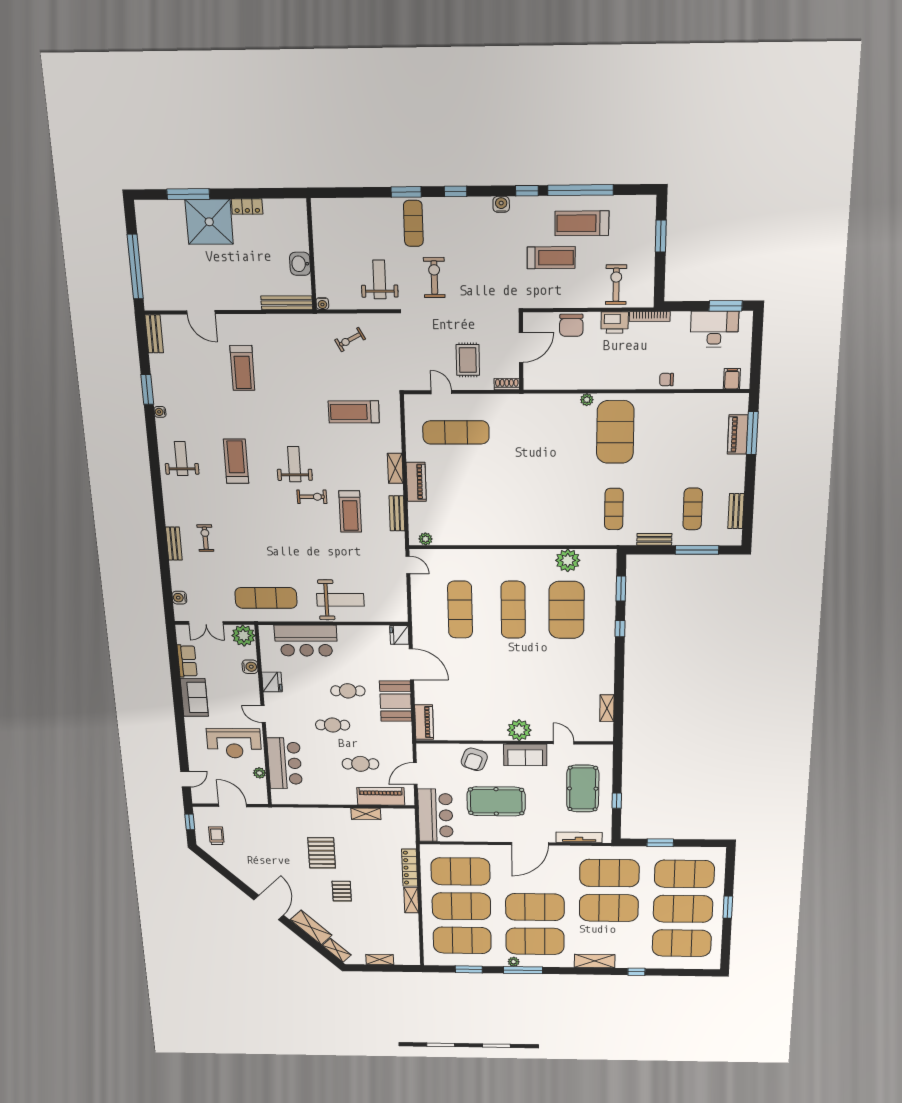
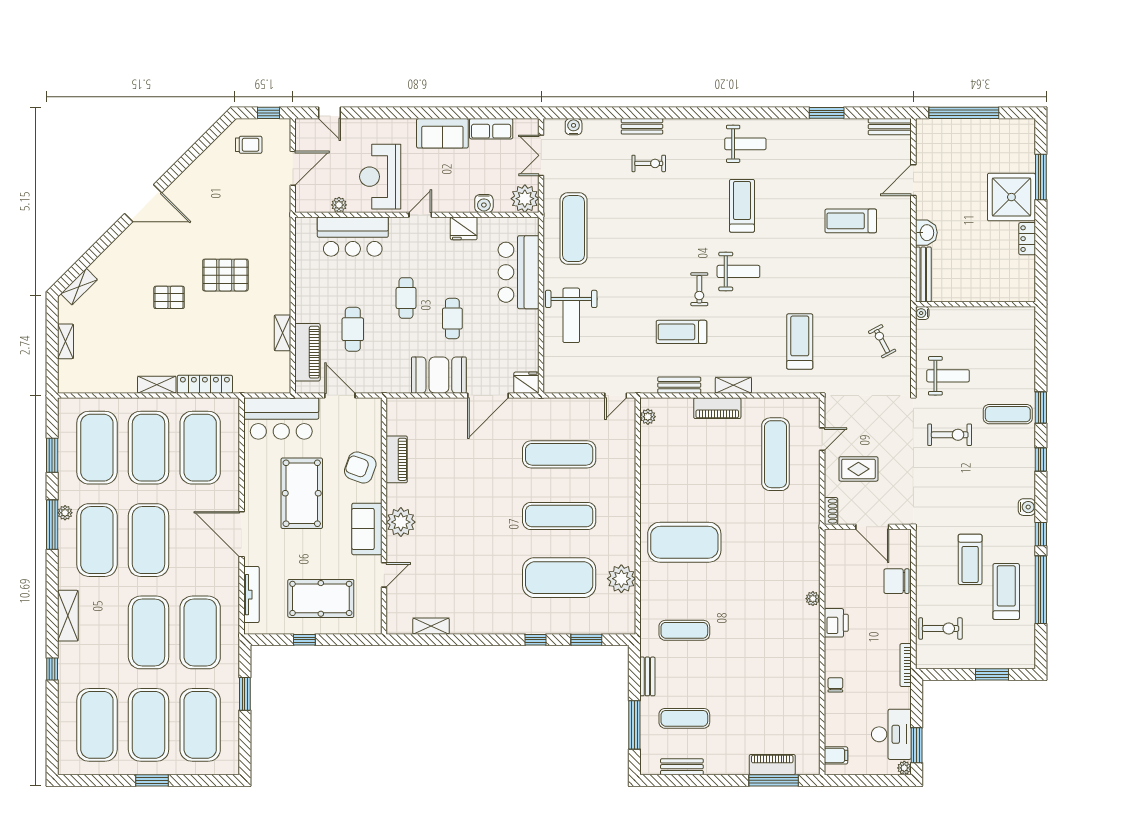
washbasin: (300, 264) -> (926, 233), moved, turned 90
plant: (746, 317) -> (904, 768), added
printer: (615, 322) -> (836, 623), moved, turned 180
water cooler: (160, 412) -> (800, 125), removed
exercise mat: (615, 432) -> (684, 542), moved
treadmill: (236, 461) -> (742, 206), turned -90
piano: (424, 722) -> (397, 459), moved, turned -90
shelving: (311, 927) -> (114, 256), removed

